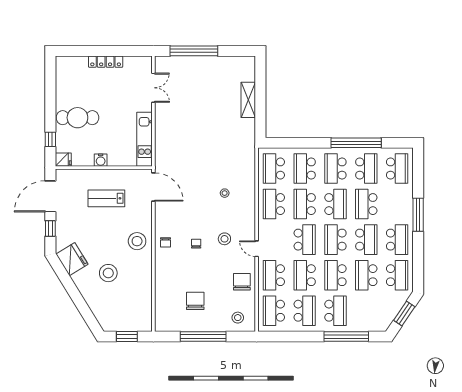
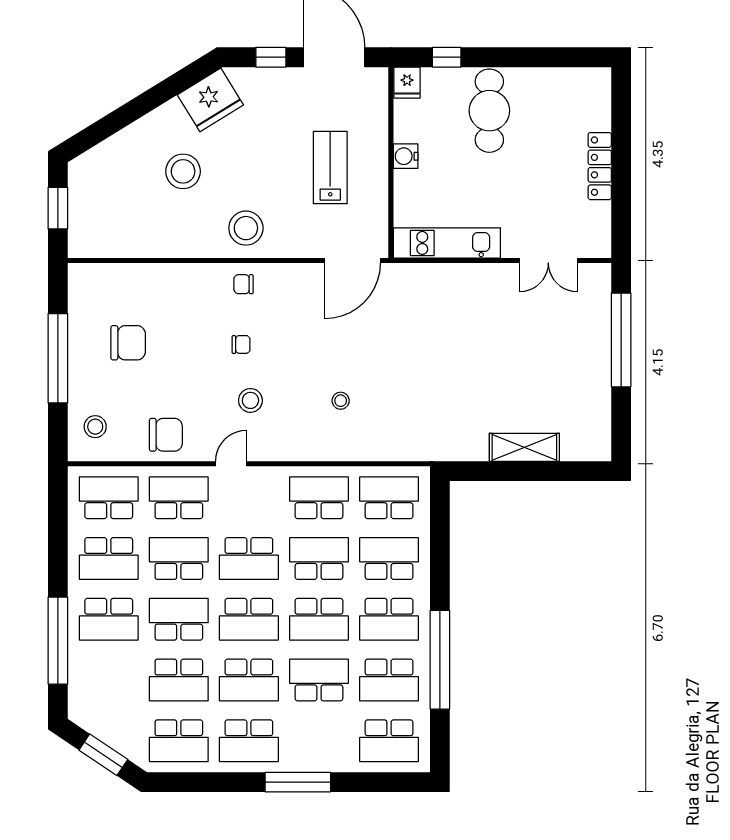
school desk: (335, 169) -> (389, 619), turned 180
school desk: (335, 240) -> (249, 619), turned 180
school desk: (366, 275) -> (179, 680), turned 180

